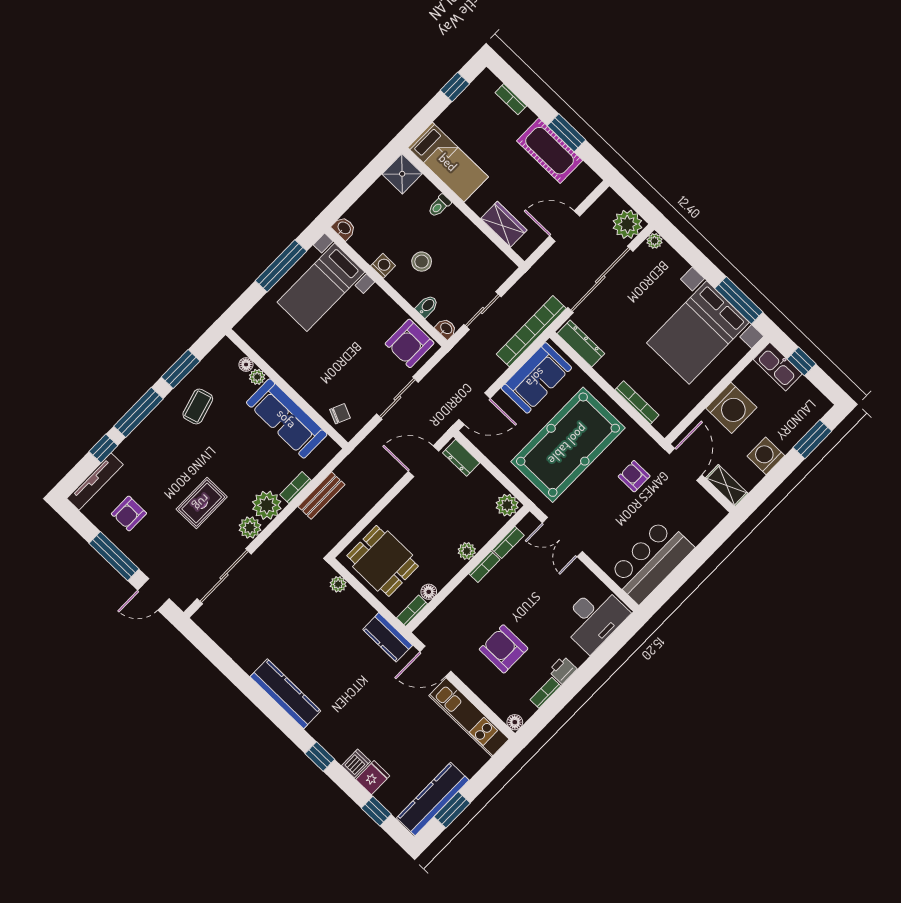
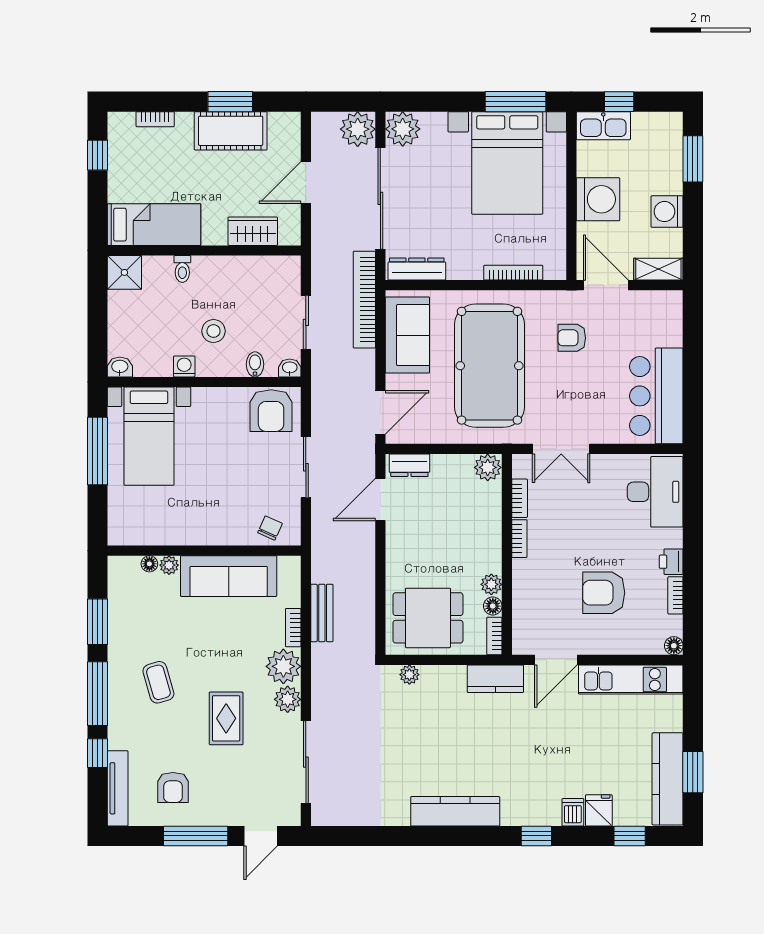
plant: (654, 241) -> (403, 129), width x1.87, depth x1.87
coffee table: (198, 406) -> (158, 682), moved
plant: (467, 551) -> (491, 584), moved

